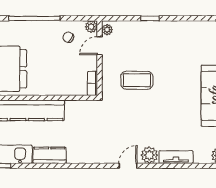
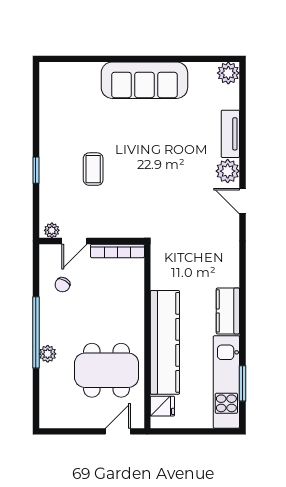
plant: (91, 27) -> (48, 354), moved
door: (99, 46) -> (74, 241), hinge flipped
coffee table: (137, 80) -> (93, 169), moved, width x0.73, depth x0.77
bookcase: (92, 83) -> (117, 251), width x1.56

